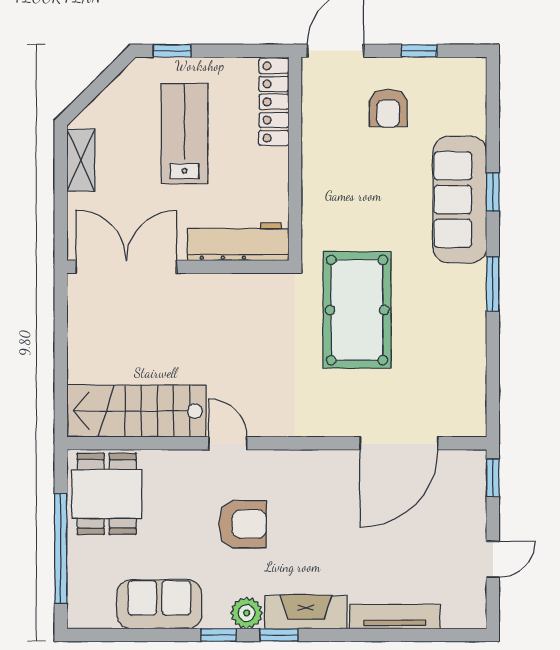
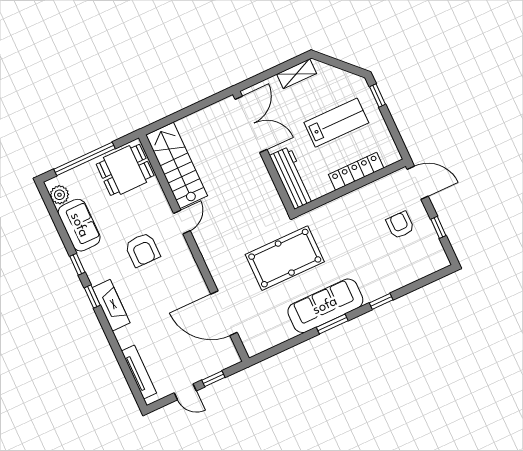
locker: (274, 102) -> (356, 171), moved
armchair: (388, 108) -> (400, 225), turned 90
sofa: (460, 200) -> (325, 306), moved
window: (493, 478) -> (213, 379), moved
plant: (247, 613) -> (59, 195), moved
tv unit: (395, 617) -> (139, 372), moved

